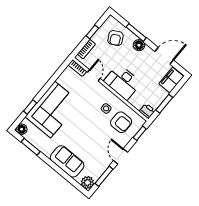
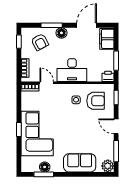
window: (92, 32) -> (19, 42), moved
window: (30, 107) -> (19, 129), moved
floor lamp: (22, 129) -> (45, 167), moved

